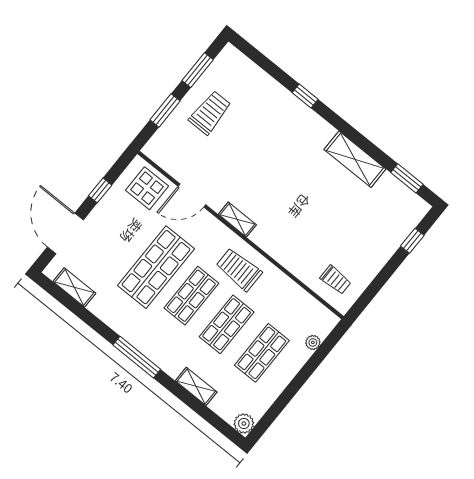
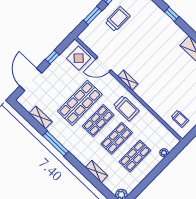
trolley: (239, 270) -> (126, 108), turned 180
shelving: (74, 287) -> (41, 117), moved
window: (137, 357) -> (56, 144), moved

